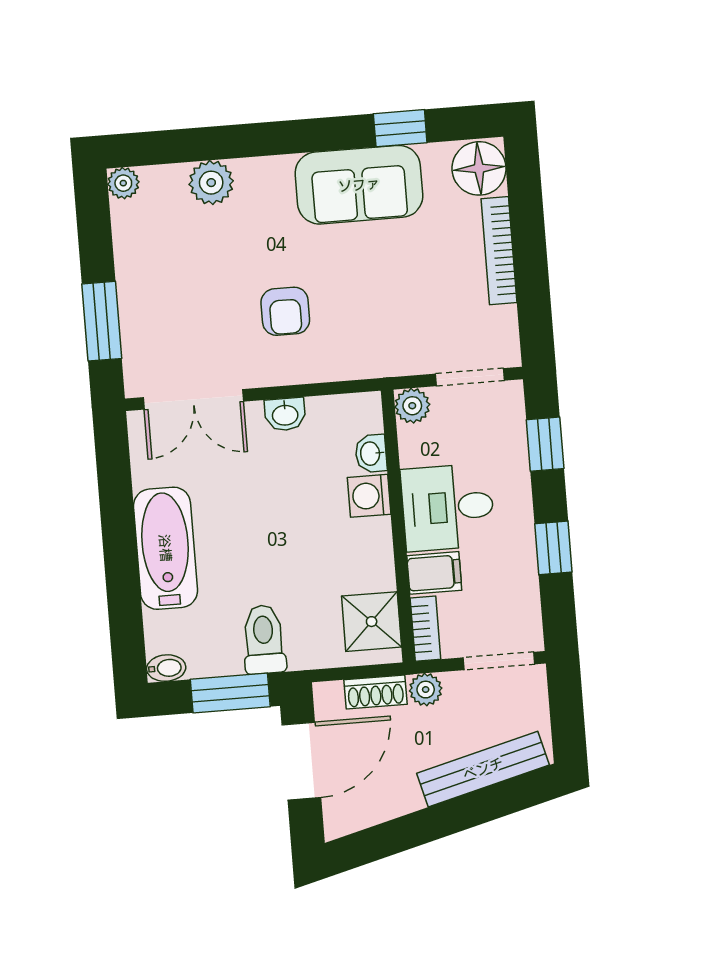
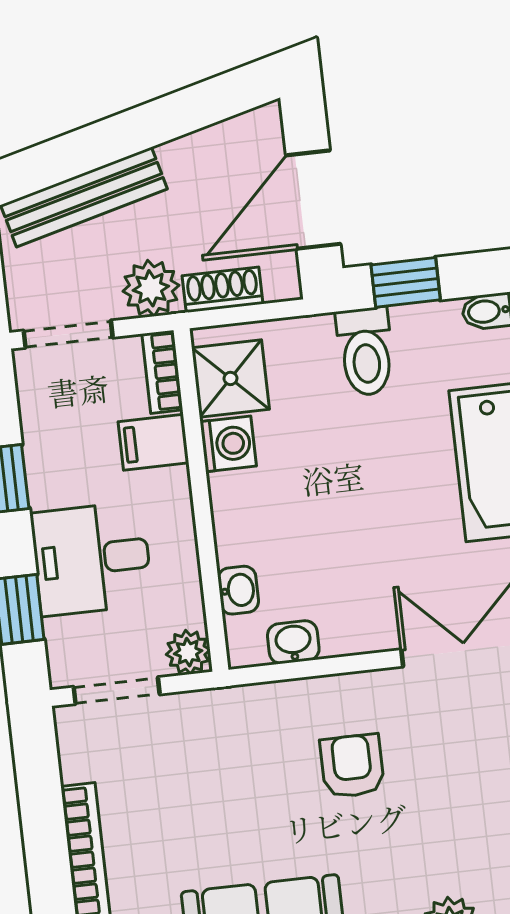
washbasin: (285, 414) -> (293, 642), moved
washing machine: (369, 496) -> (228, 444), moved
desk: (448, 507) -> (92, 559), moved, turned 180
plant: (426, 690) -> (151, 288), width x1.38, depth x1.38
window: (230, 693) -> (406, 282), width x0.67

